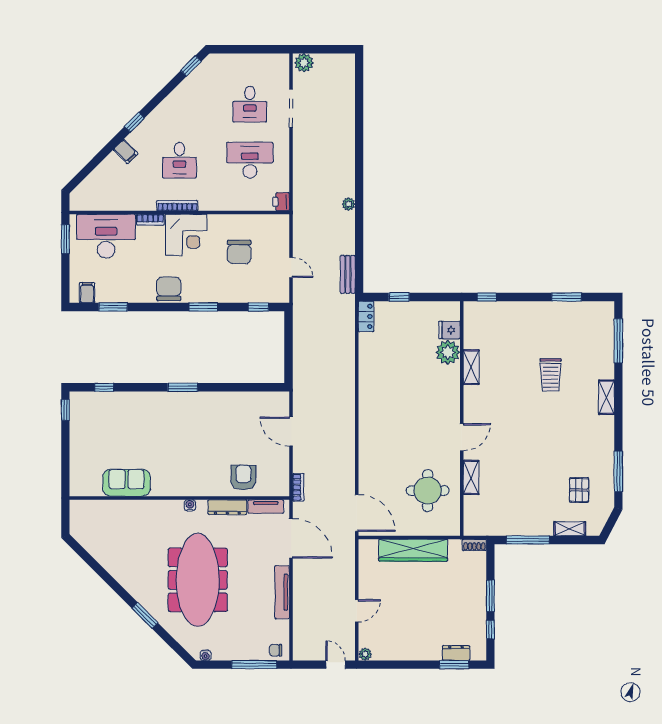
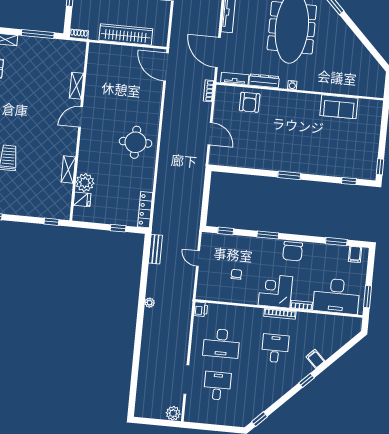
chair: (239, 252) -> (236, 274), width x0.54, depth x0.54
locker: (366, 316) -> (145, 210), width x1.53
round table: (428, 491) -> (136, 142), moved

